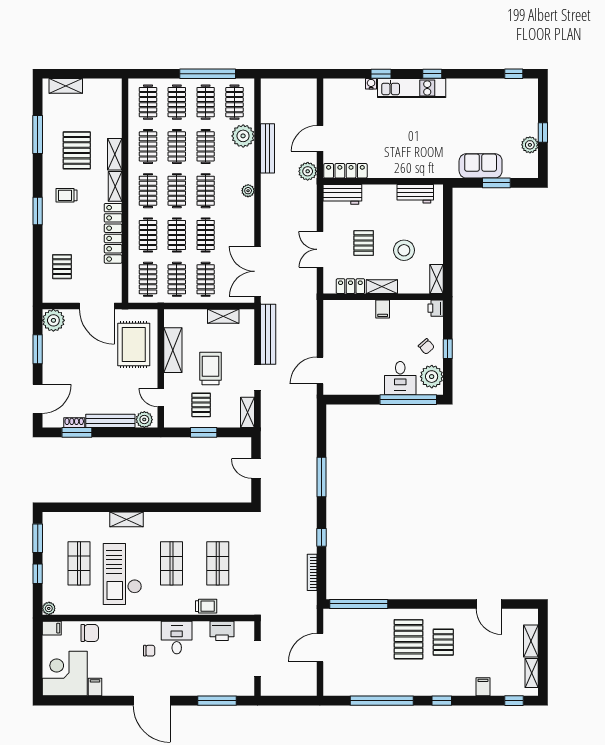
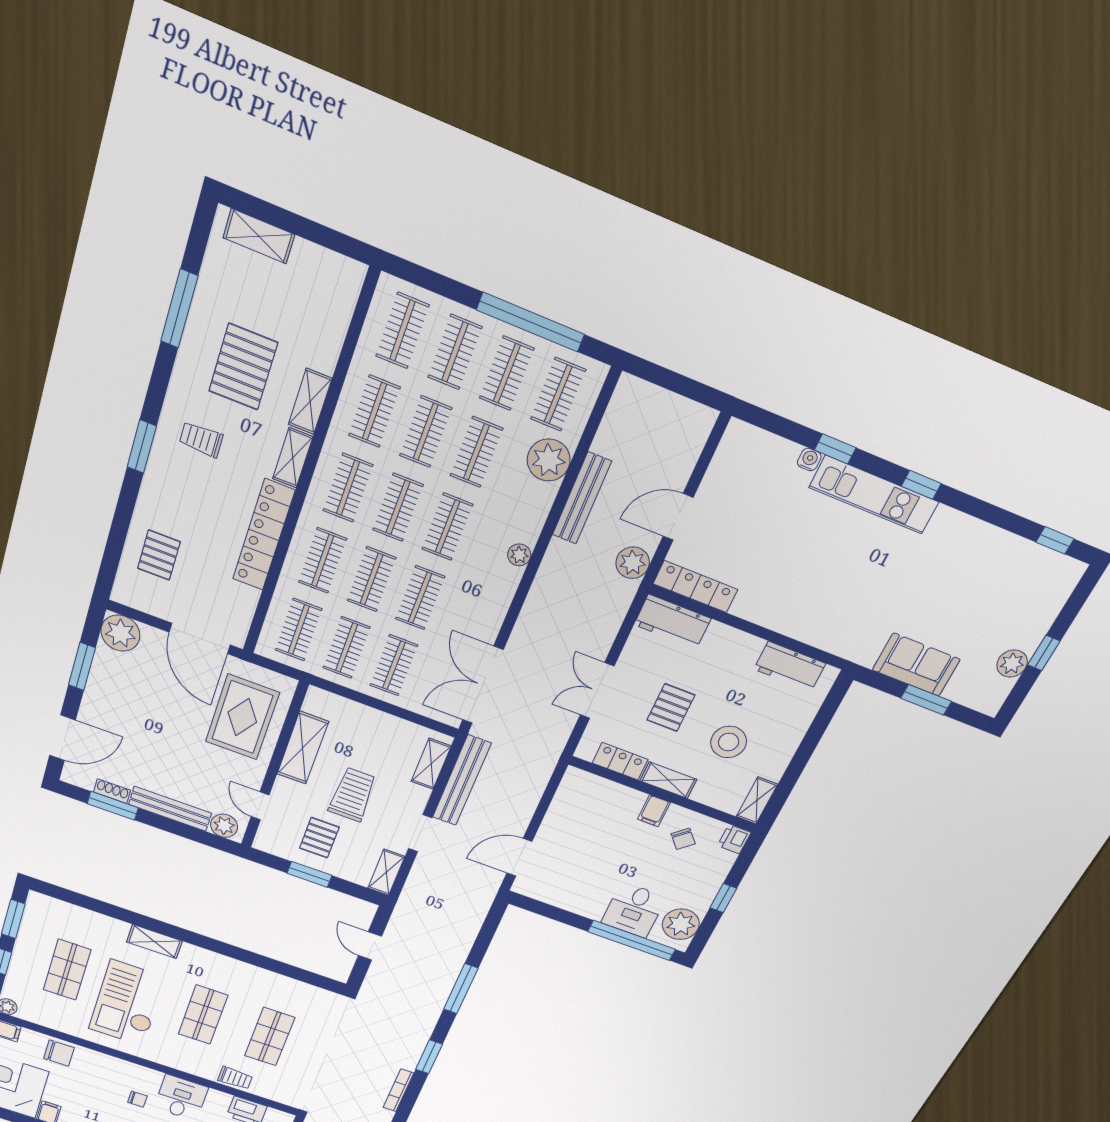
shelving: (223, 316) -> (431, 764), moved, turned 90
chair: (426, 346) -> (683, 839), moved
window: (321, 537) -> (429, 1057), width x1.50

